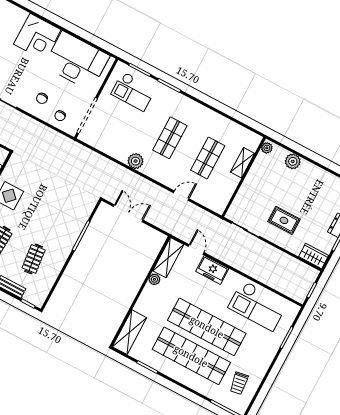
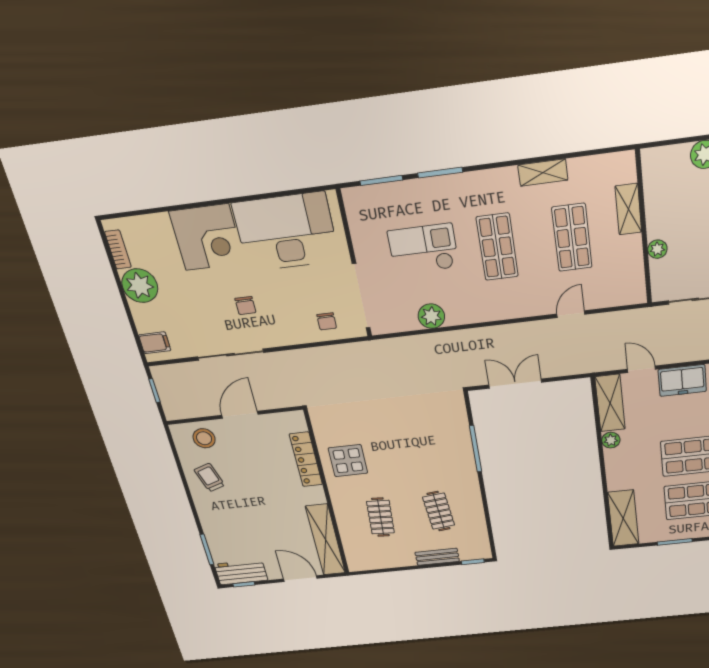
checkout: (133, 91) -> (423, 249), moved, turned 180
chair: (42, 98) -> (245, 306), moved
shelving: (215, 118) -> (543, 172), added
plant: (267, 148) -> (657, 249), moved
plant: (136, 161) -> (431, 316), moved

